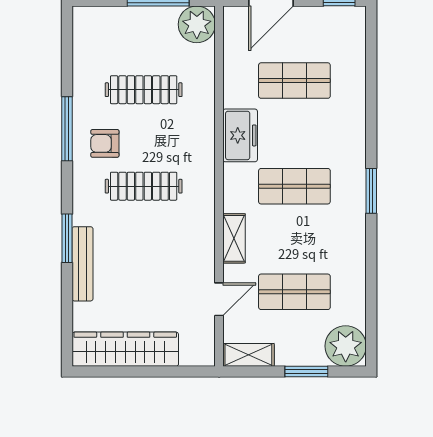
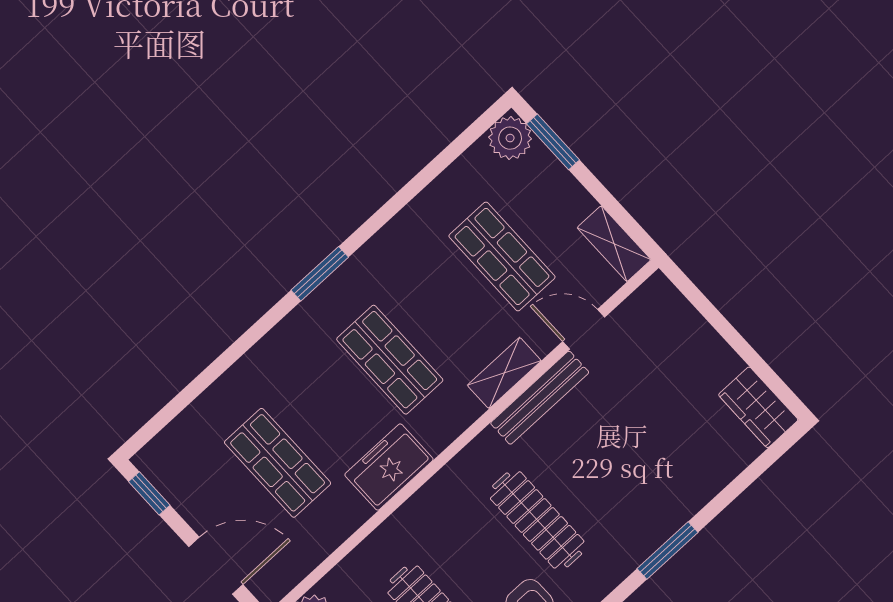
bench: (82, 264) -> (540, 398), moved
plant: (346, 346) -> (510, 138), width x0.73, depth x0.73
wardrobe: (125, 349) -> (758, 407), width x0.48, depth x0.85
window: (306, 372) -> (553, 142), moved

